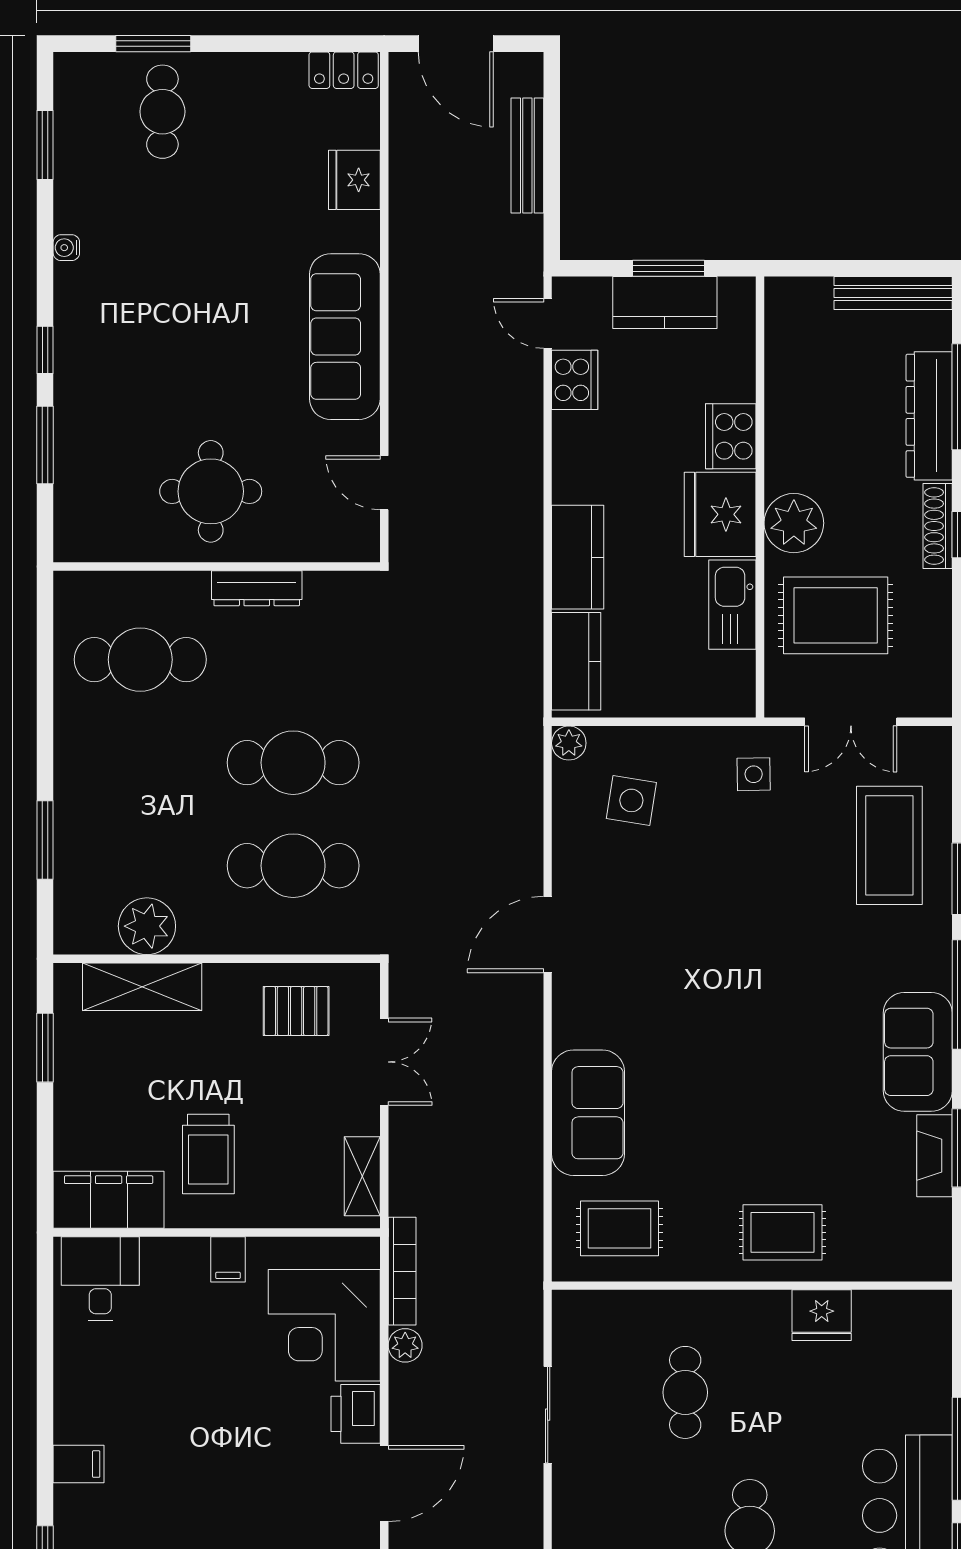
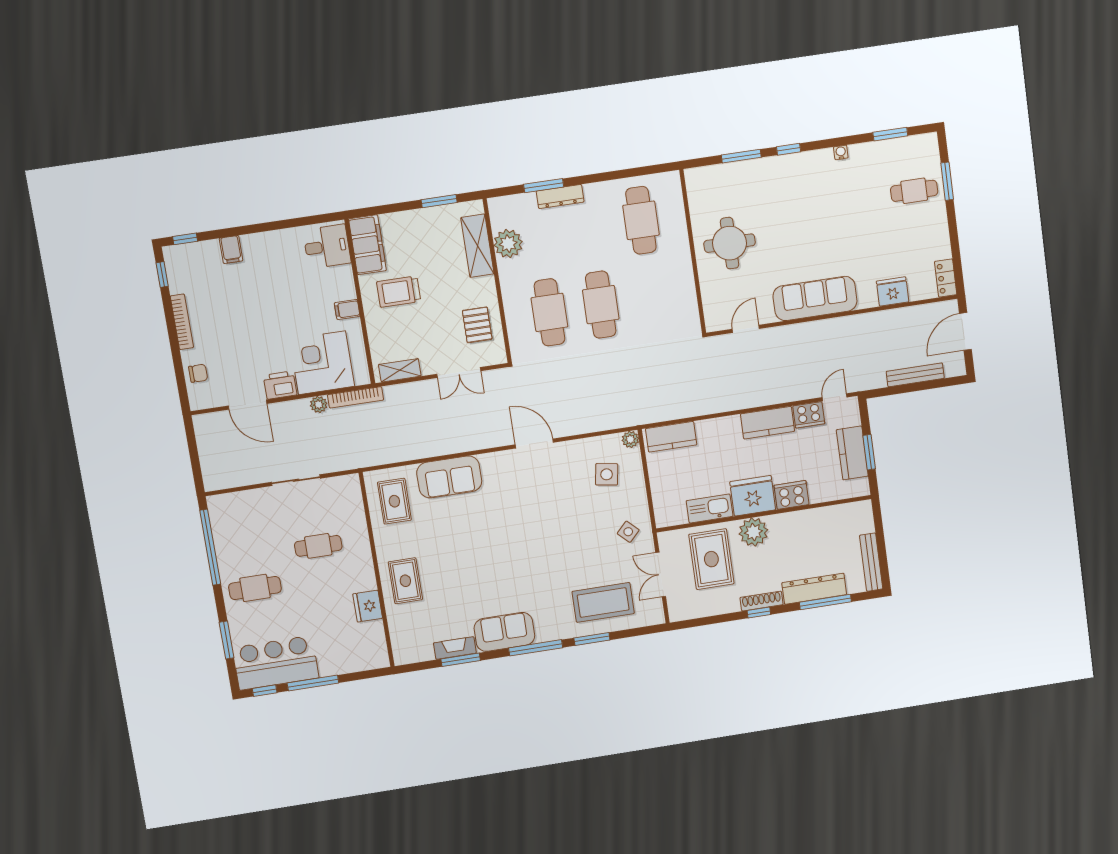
kitchen counter: (578, 557) -> (768, 423), moved
dresser: (257, 588) -> (560, 197), moved, turned -90
side table: (754, 774) -> (628, 532), turned 45

